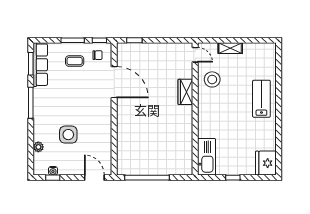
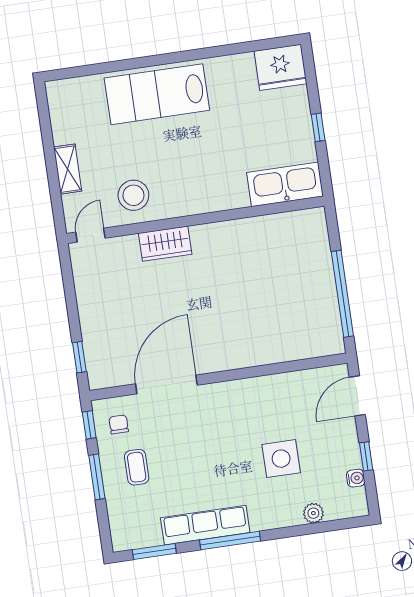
row of seats: (40, 65) -> (205, 525), moved
lab bench: (261, 99) -> (157, 94), width x1.36, depth x1.39
window: (53, 178) -> (366, 456), moved

